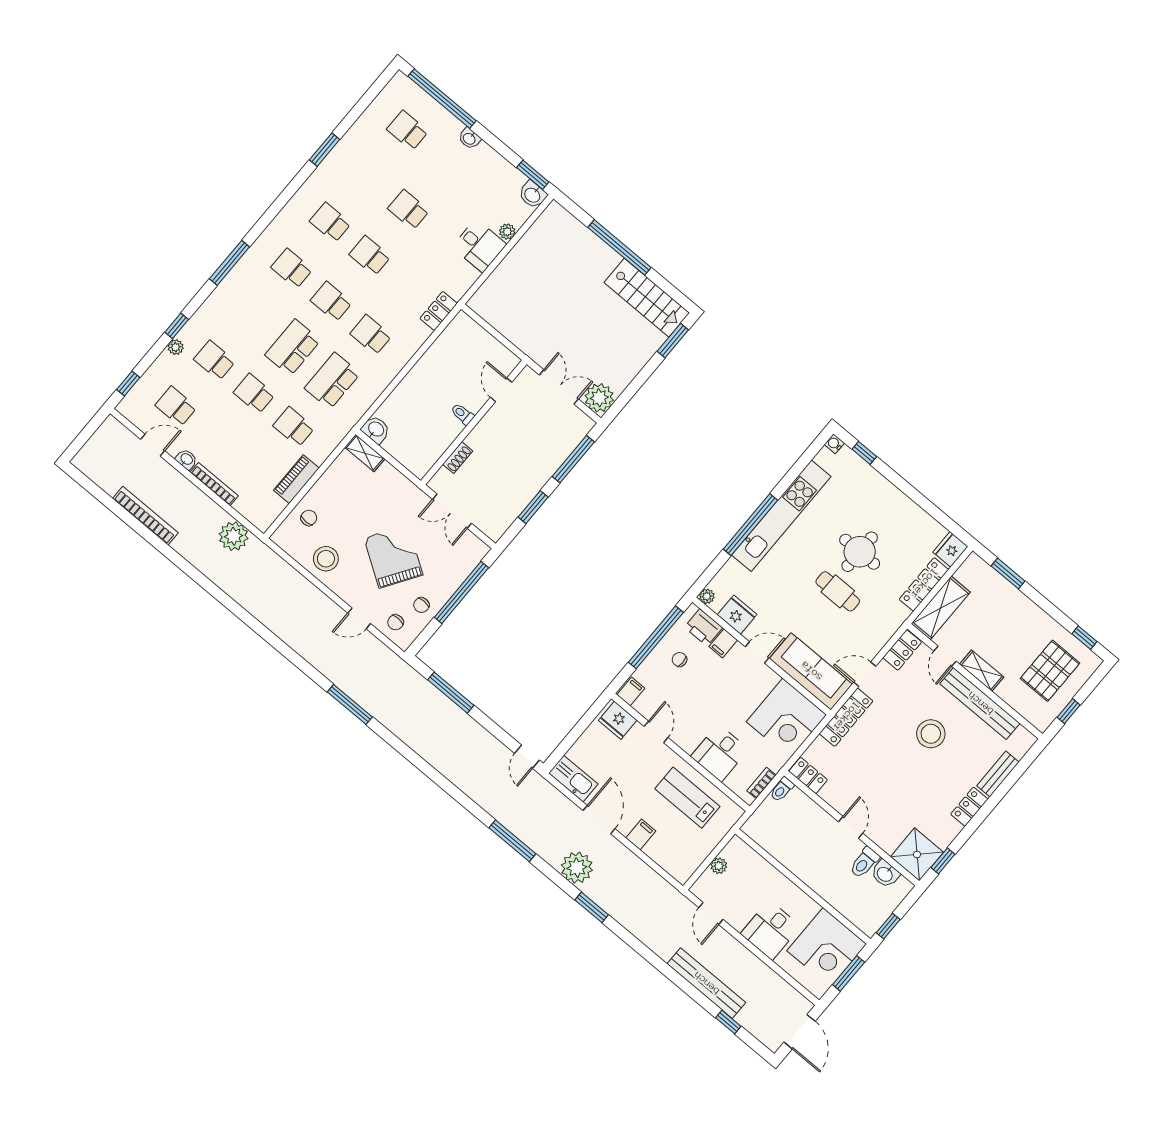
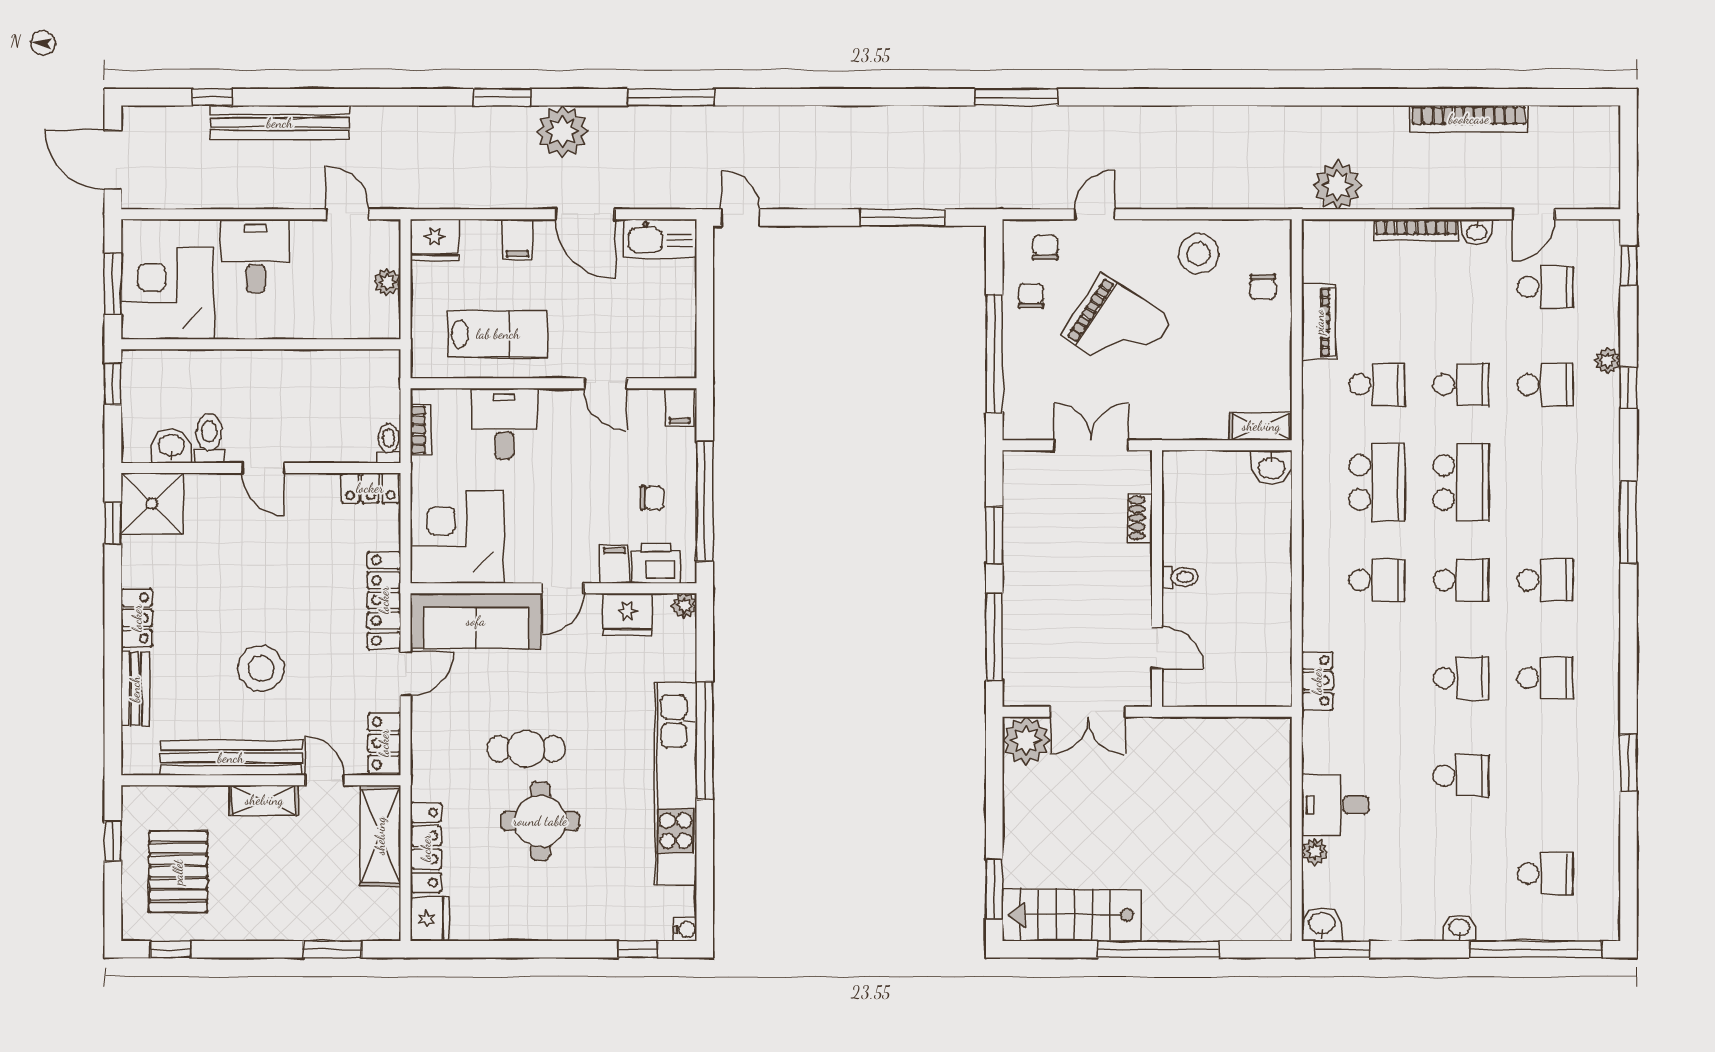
fridge: (618, 720) -> (435, 240), moved, turned 180

